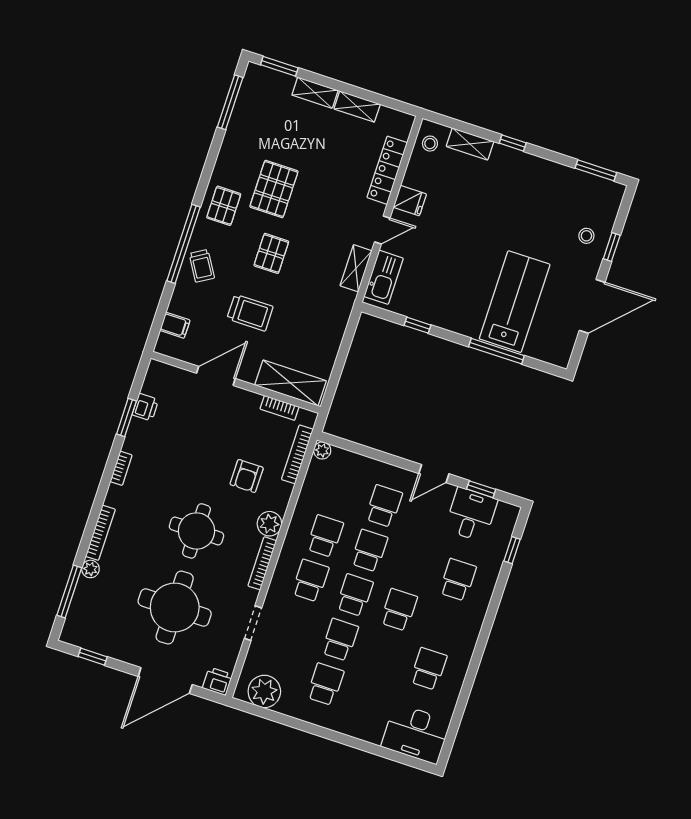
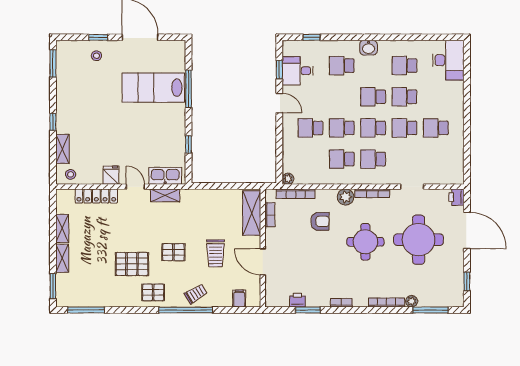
trolley: (250, 313) -> (216, 253), turned 180
washbasin: (471, 626) -> (368, 48), added
school desk: (384, 654) -> (404, 97), added
plant: (264, 691) -> (453, 165), removed

